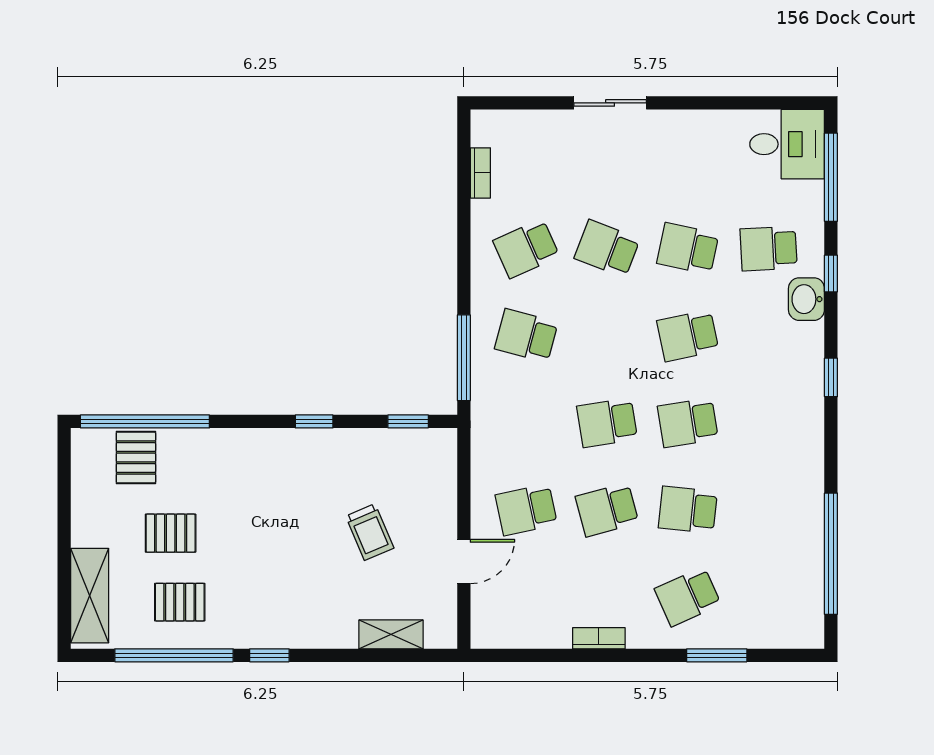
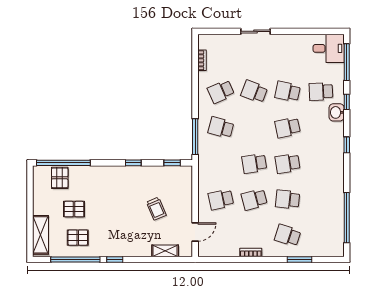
door: (464, 561) -> (195, 232), moved
school desk: (688, 597) -> (288, 235), turned 42

